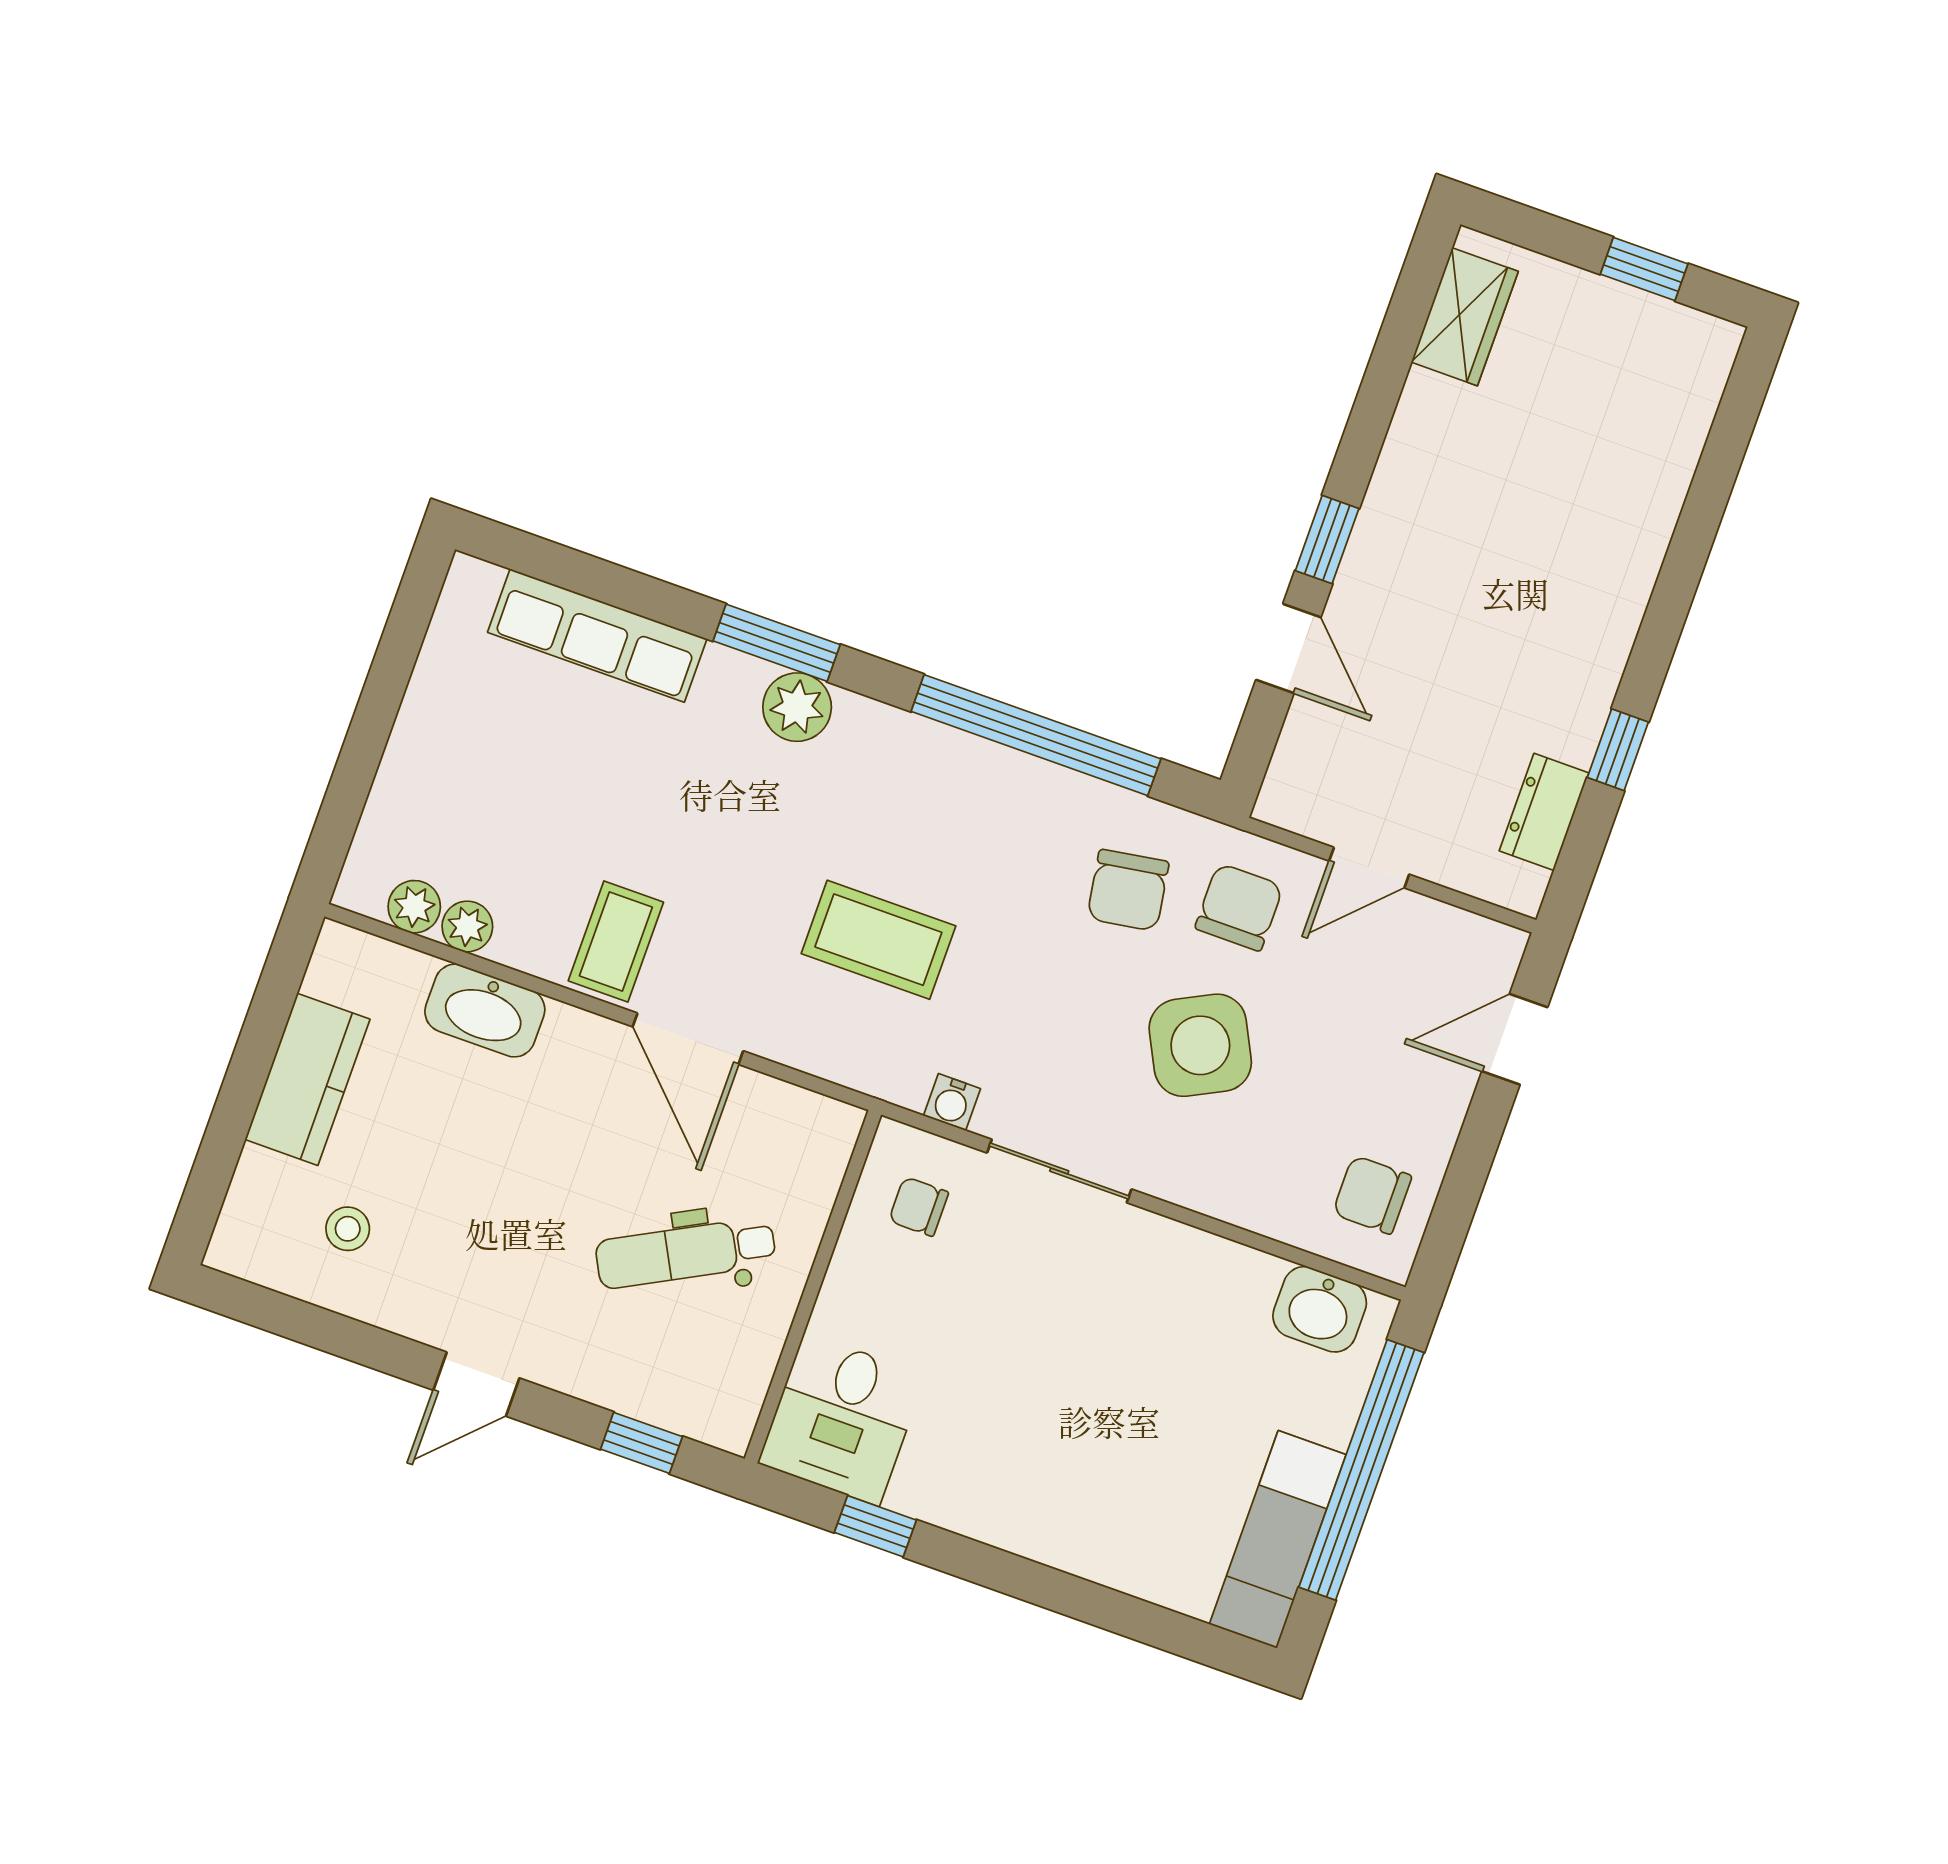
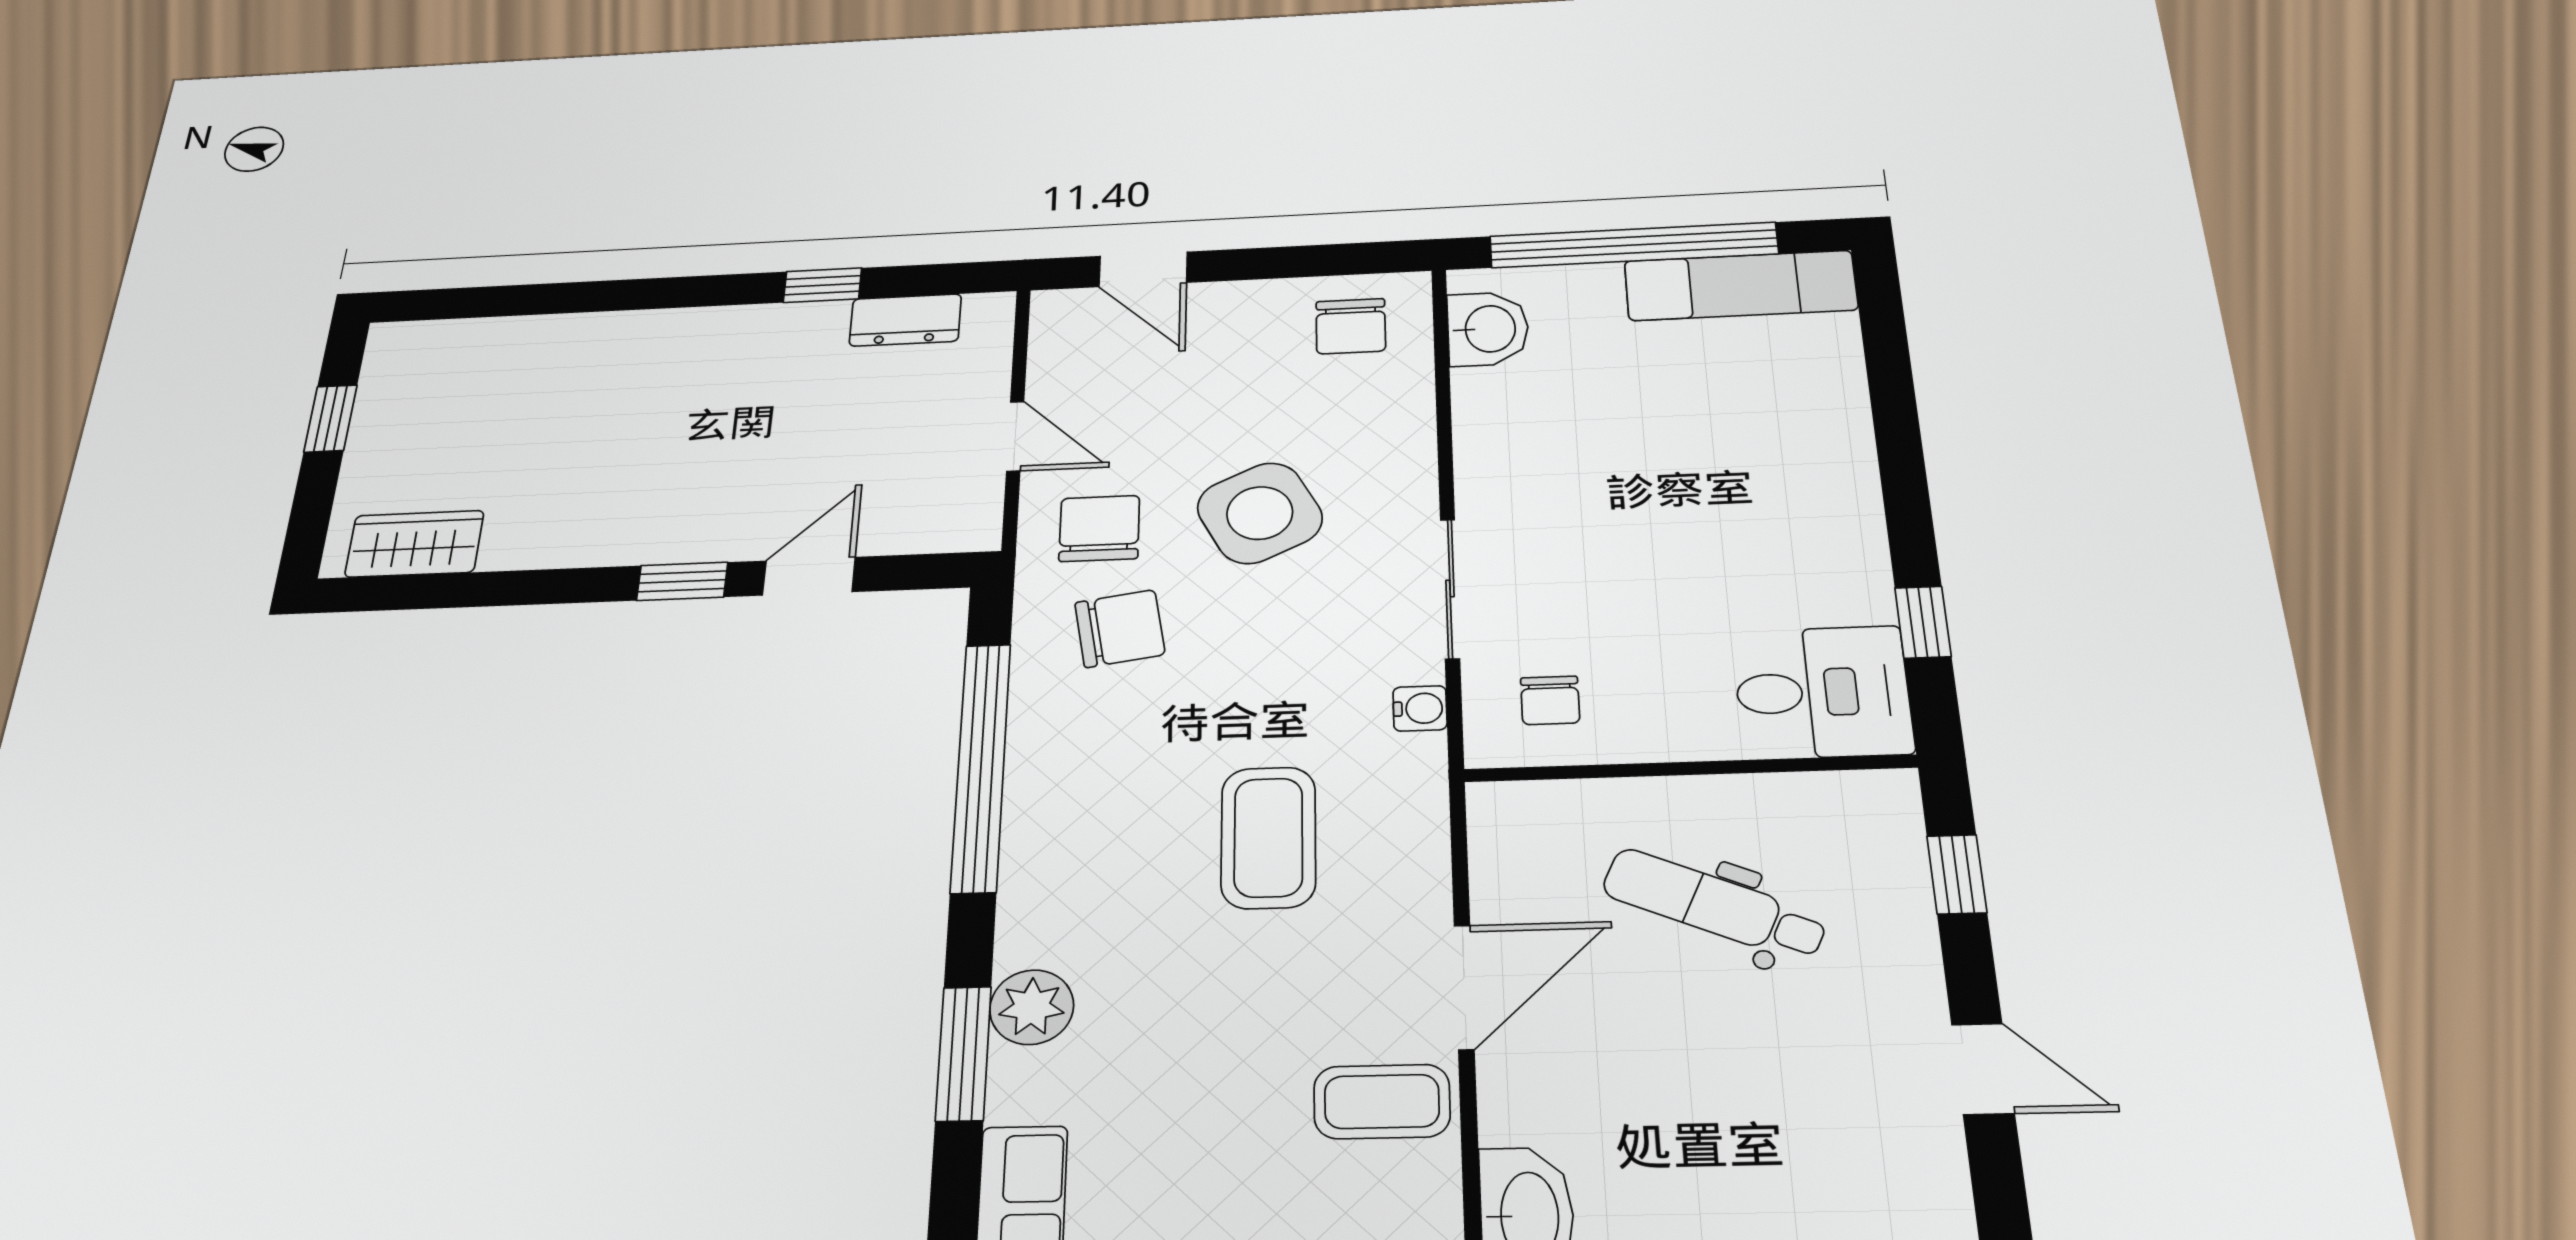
chair: (1239, 907) -> (1099, 528), turned 90
dental chair: (686, 1253) -> (1714, 905), turned 142

